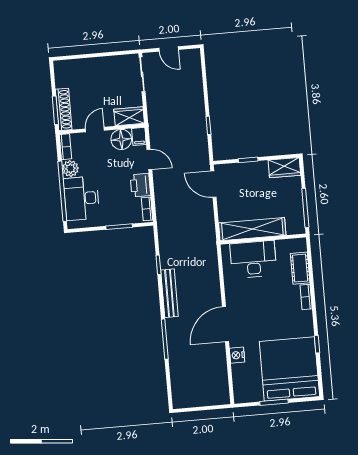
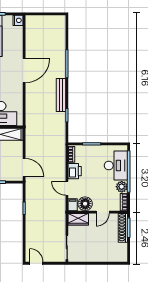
door: (169, 49) -> (36, 263), moved
nightstand: (237, 355) -> (18, 20), moved

